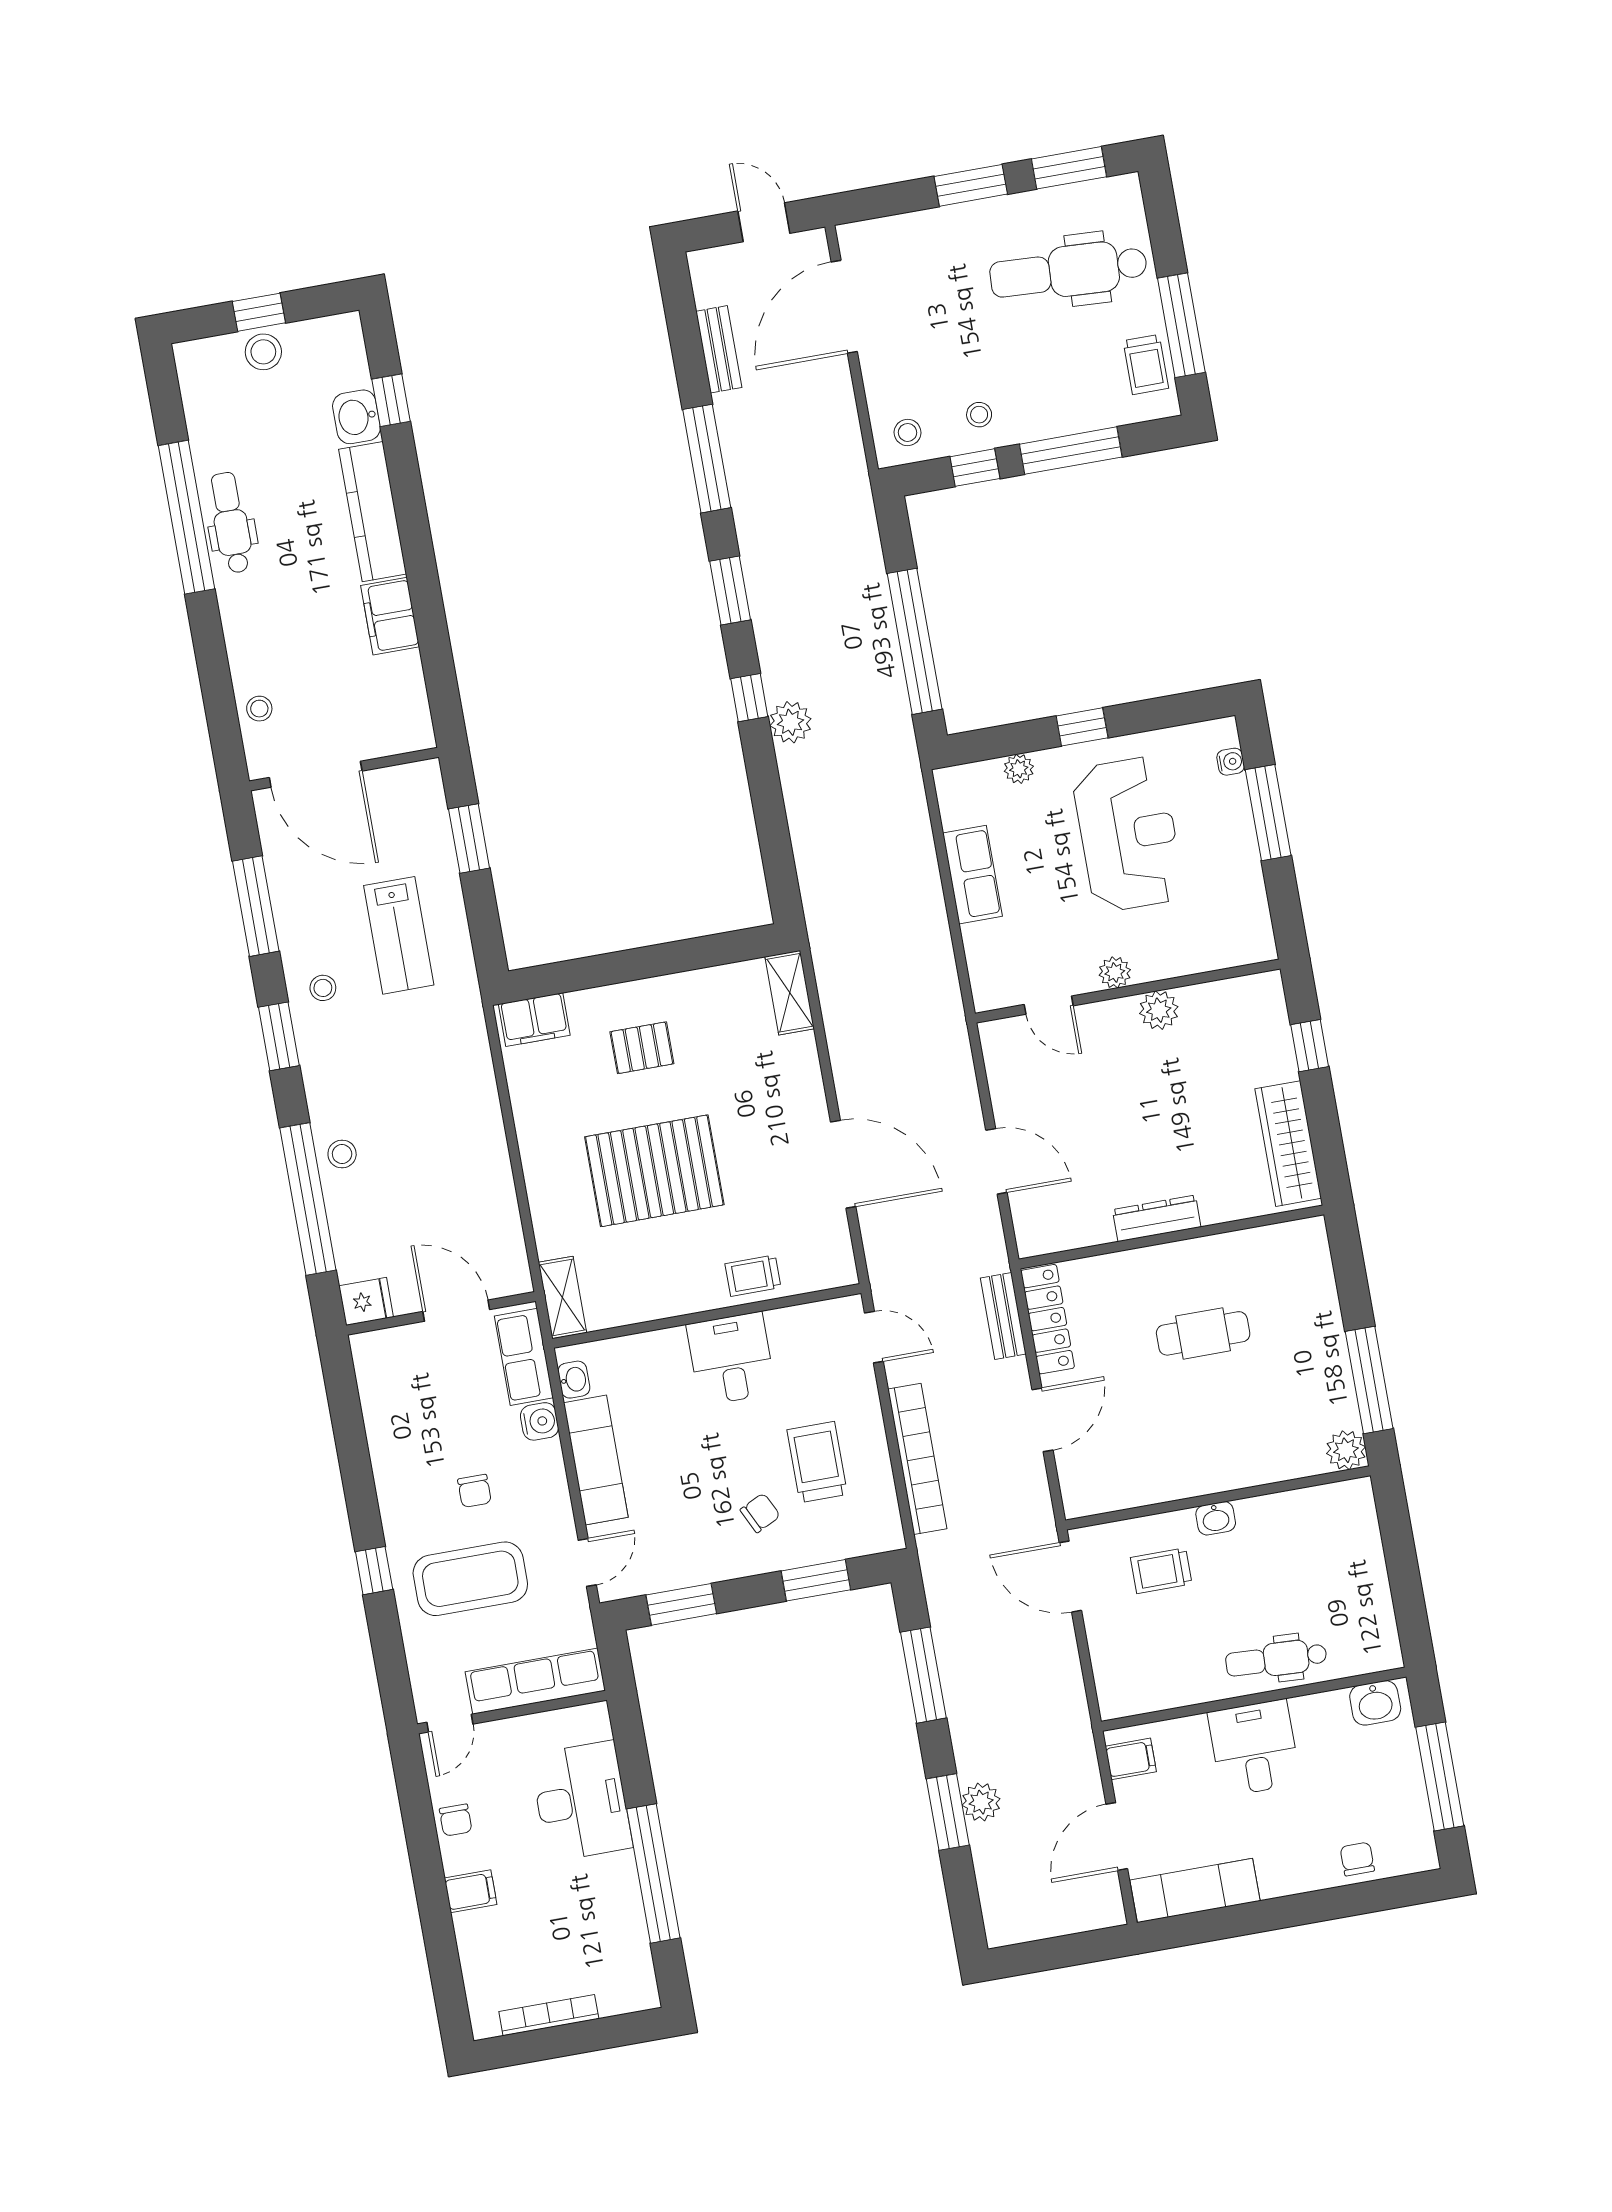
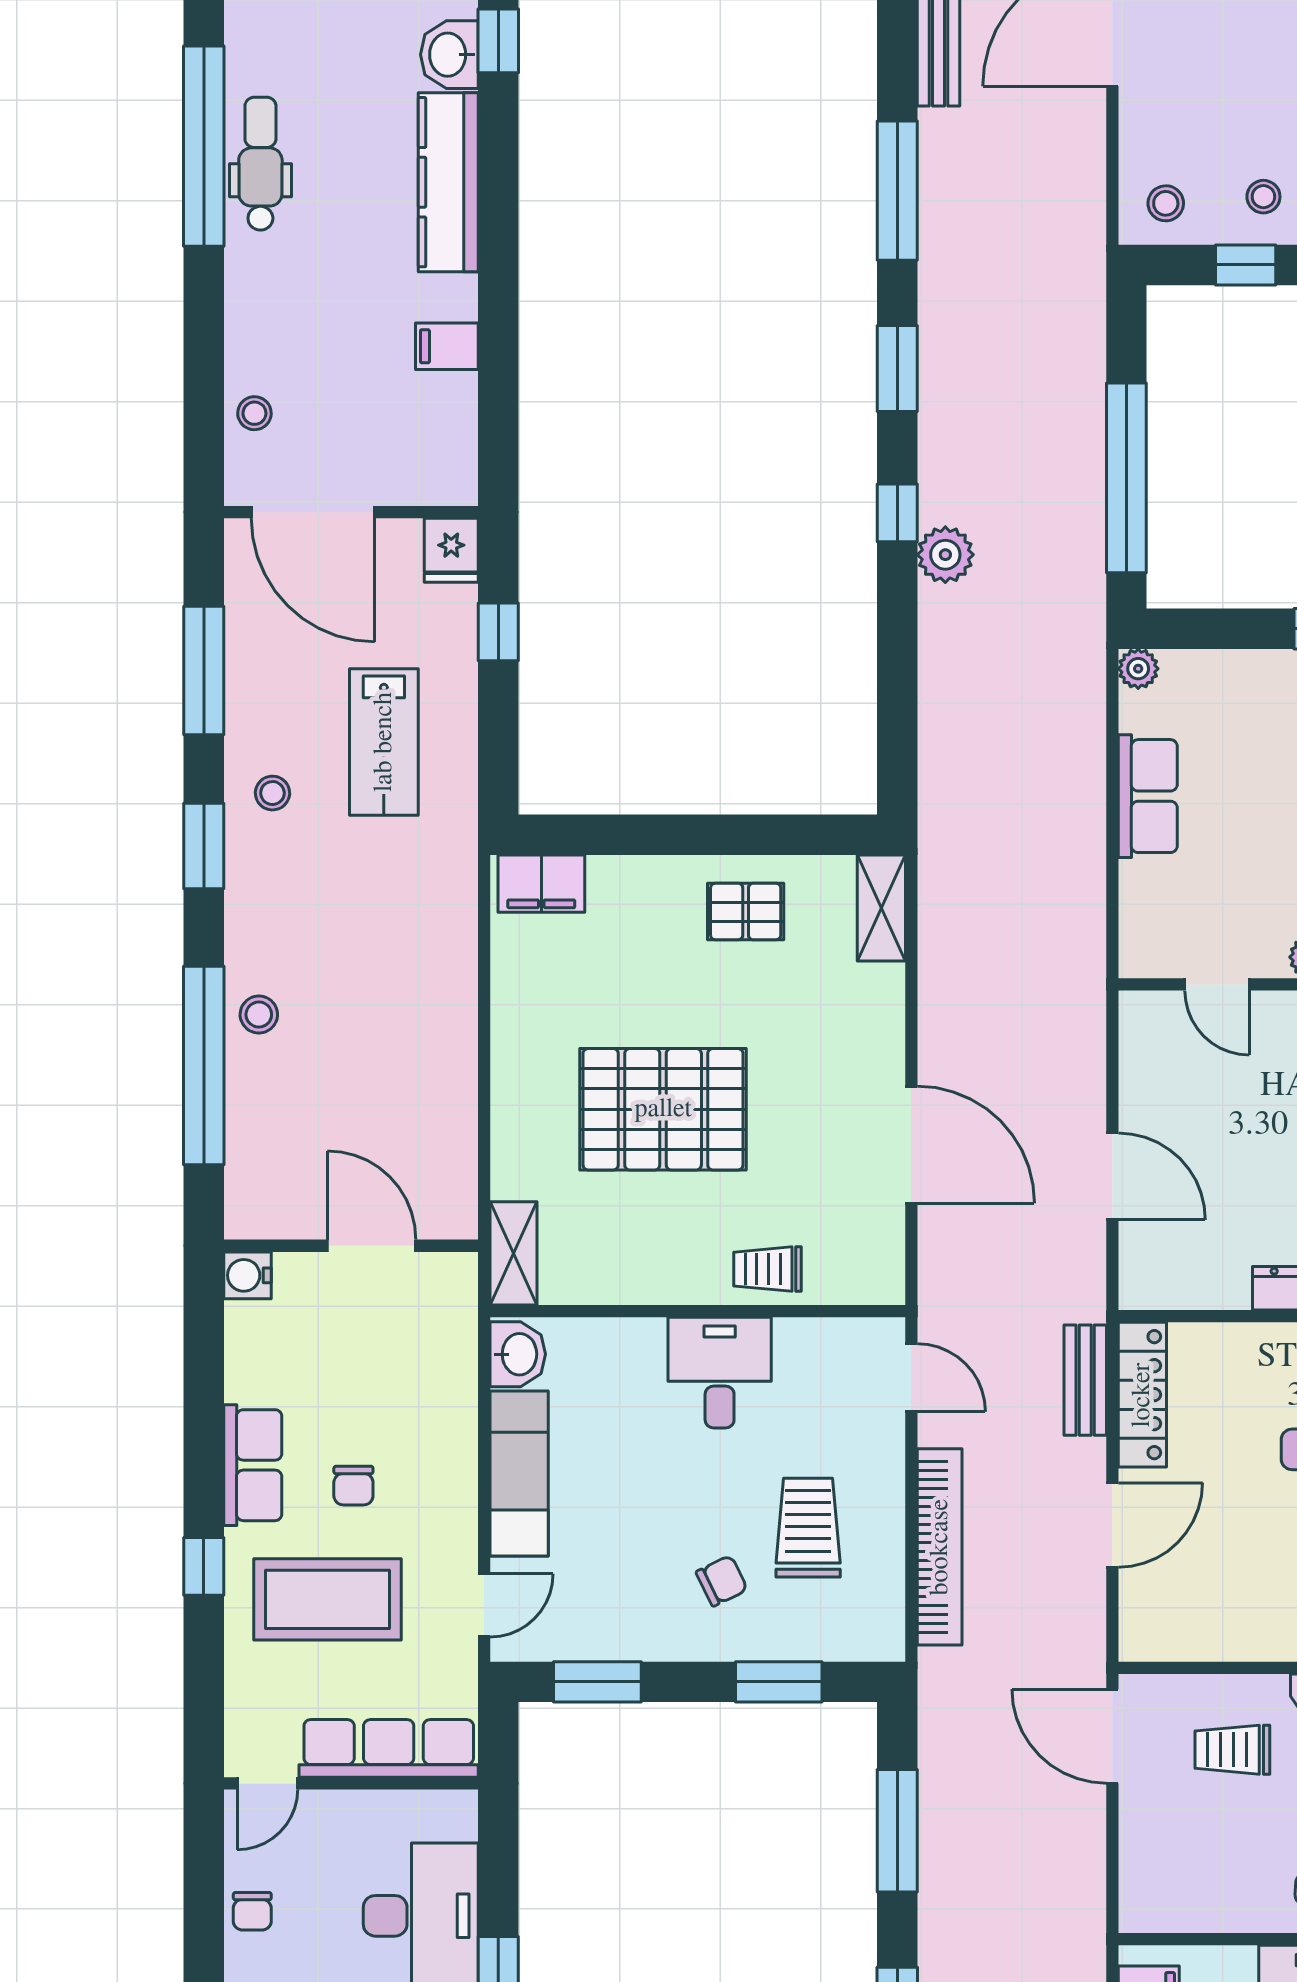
filing cabinet: (390, 616) -> (447, 346), width x0.50
plant: (1019, 769) -> (1138, 669), moved
window: (469, 839) -> (498, 632), width x0.67
pallet: (642, 1048) -> (746, 912), moved
fridge: (366, 1301) -> (451, 550), moved, turned 90
row of seats: (524, 1357) -> (253, 1465), moved, turned 180
washbasin: (574, 1380) -> (518, 1354), width x1.38, depth x1.45
water cooler: (539, 1421) -> (247, 1275), moved, turned 180

